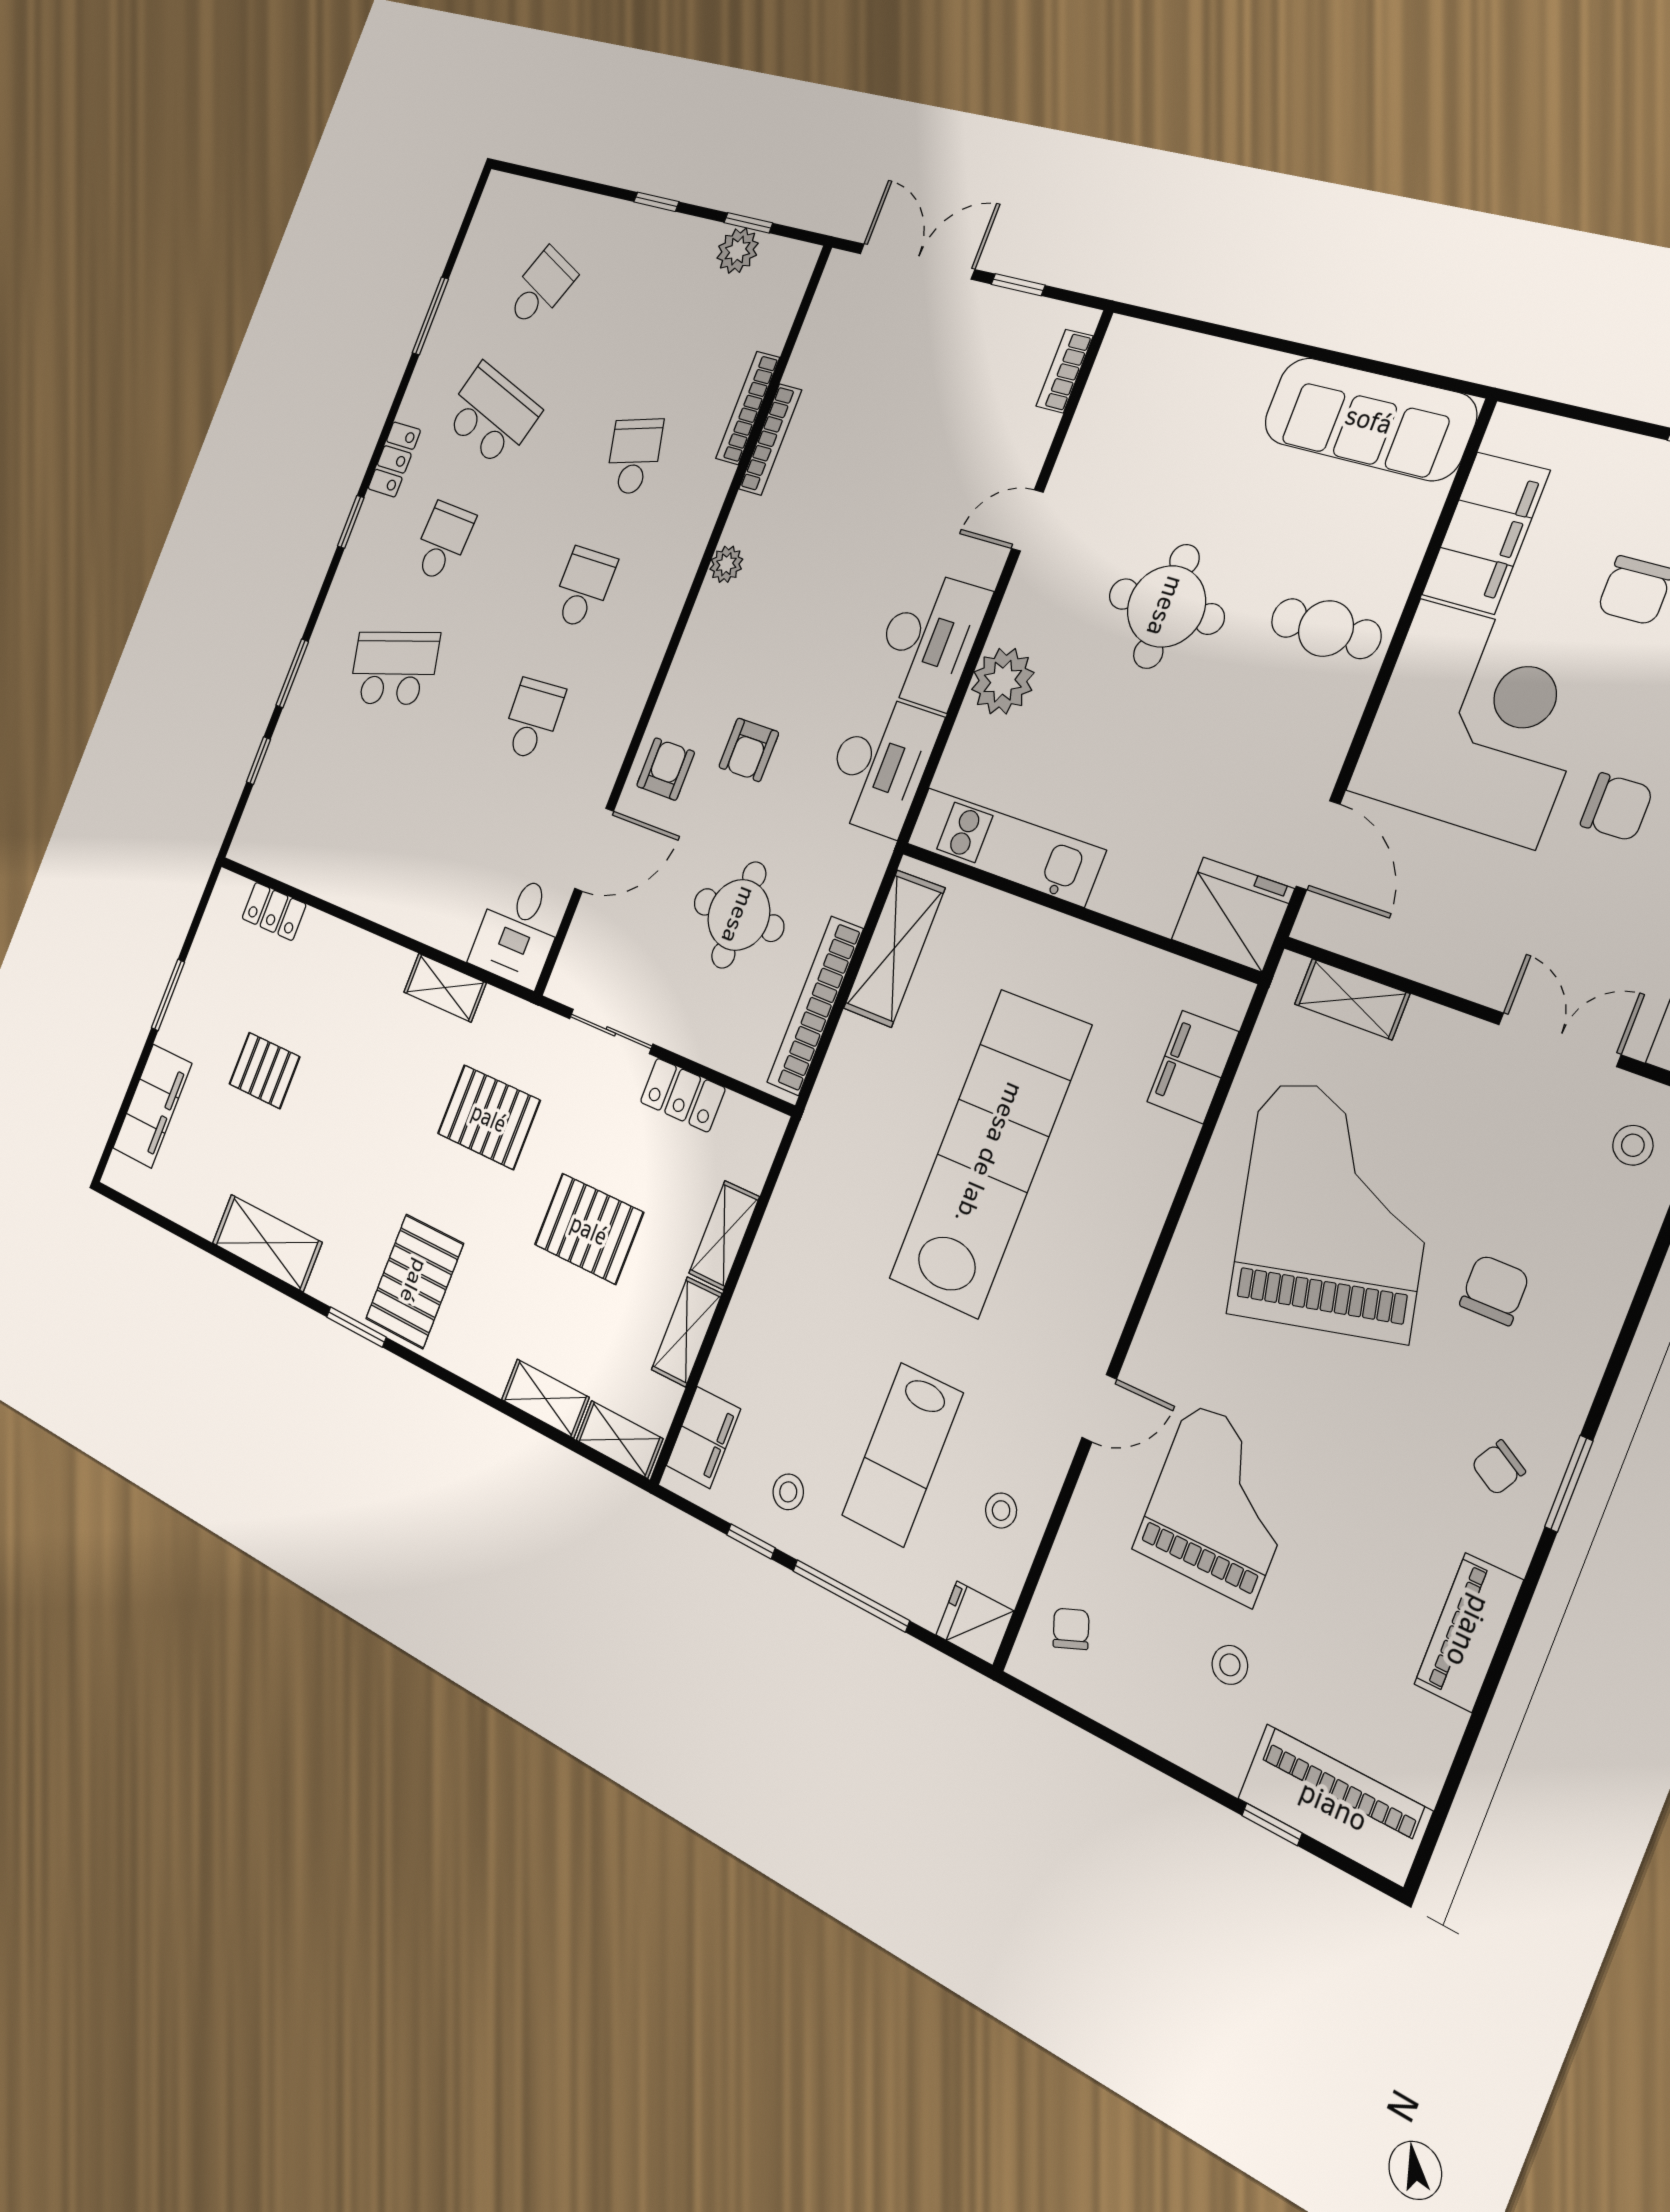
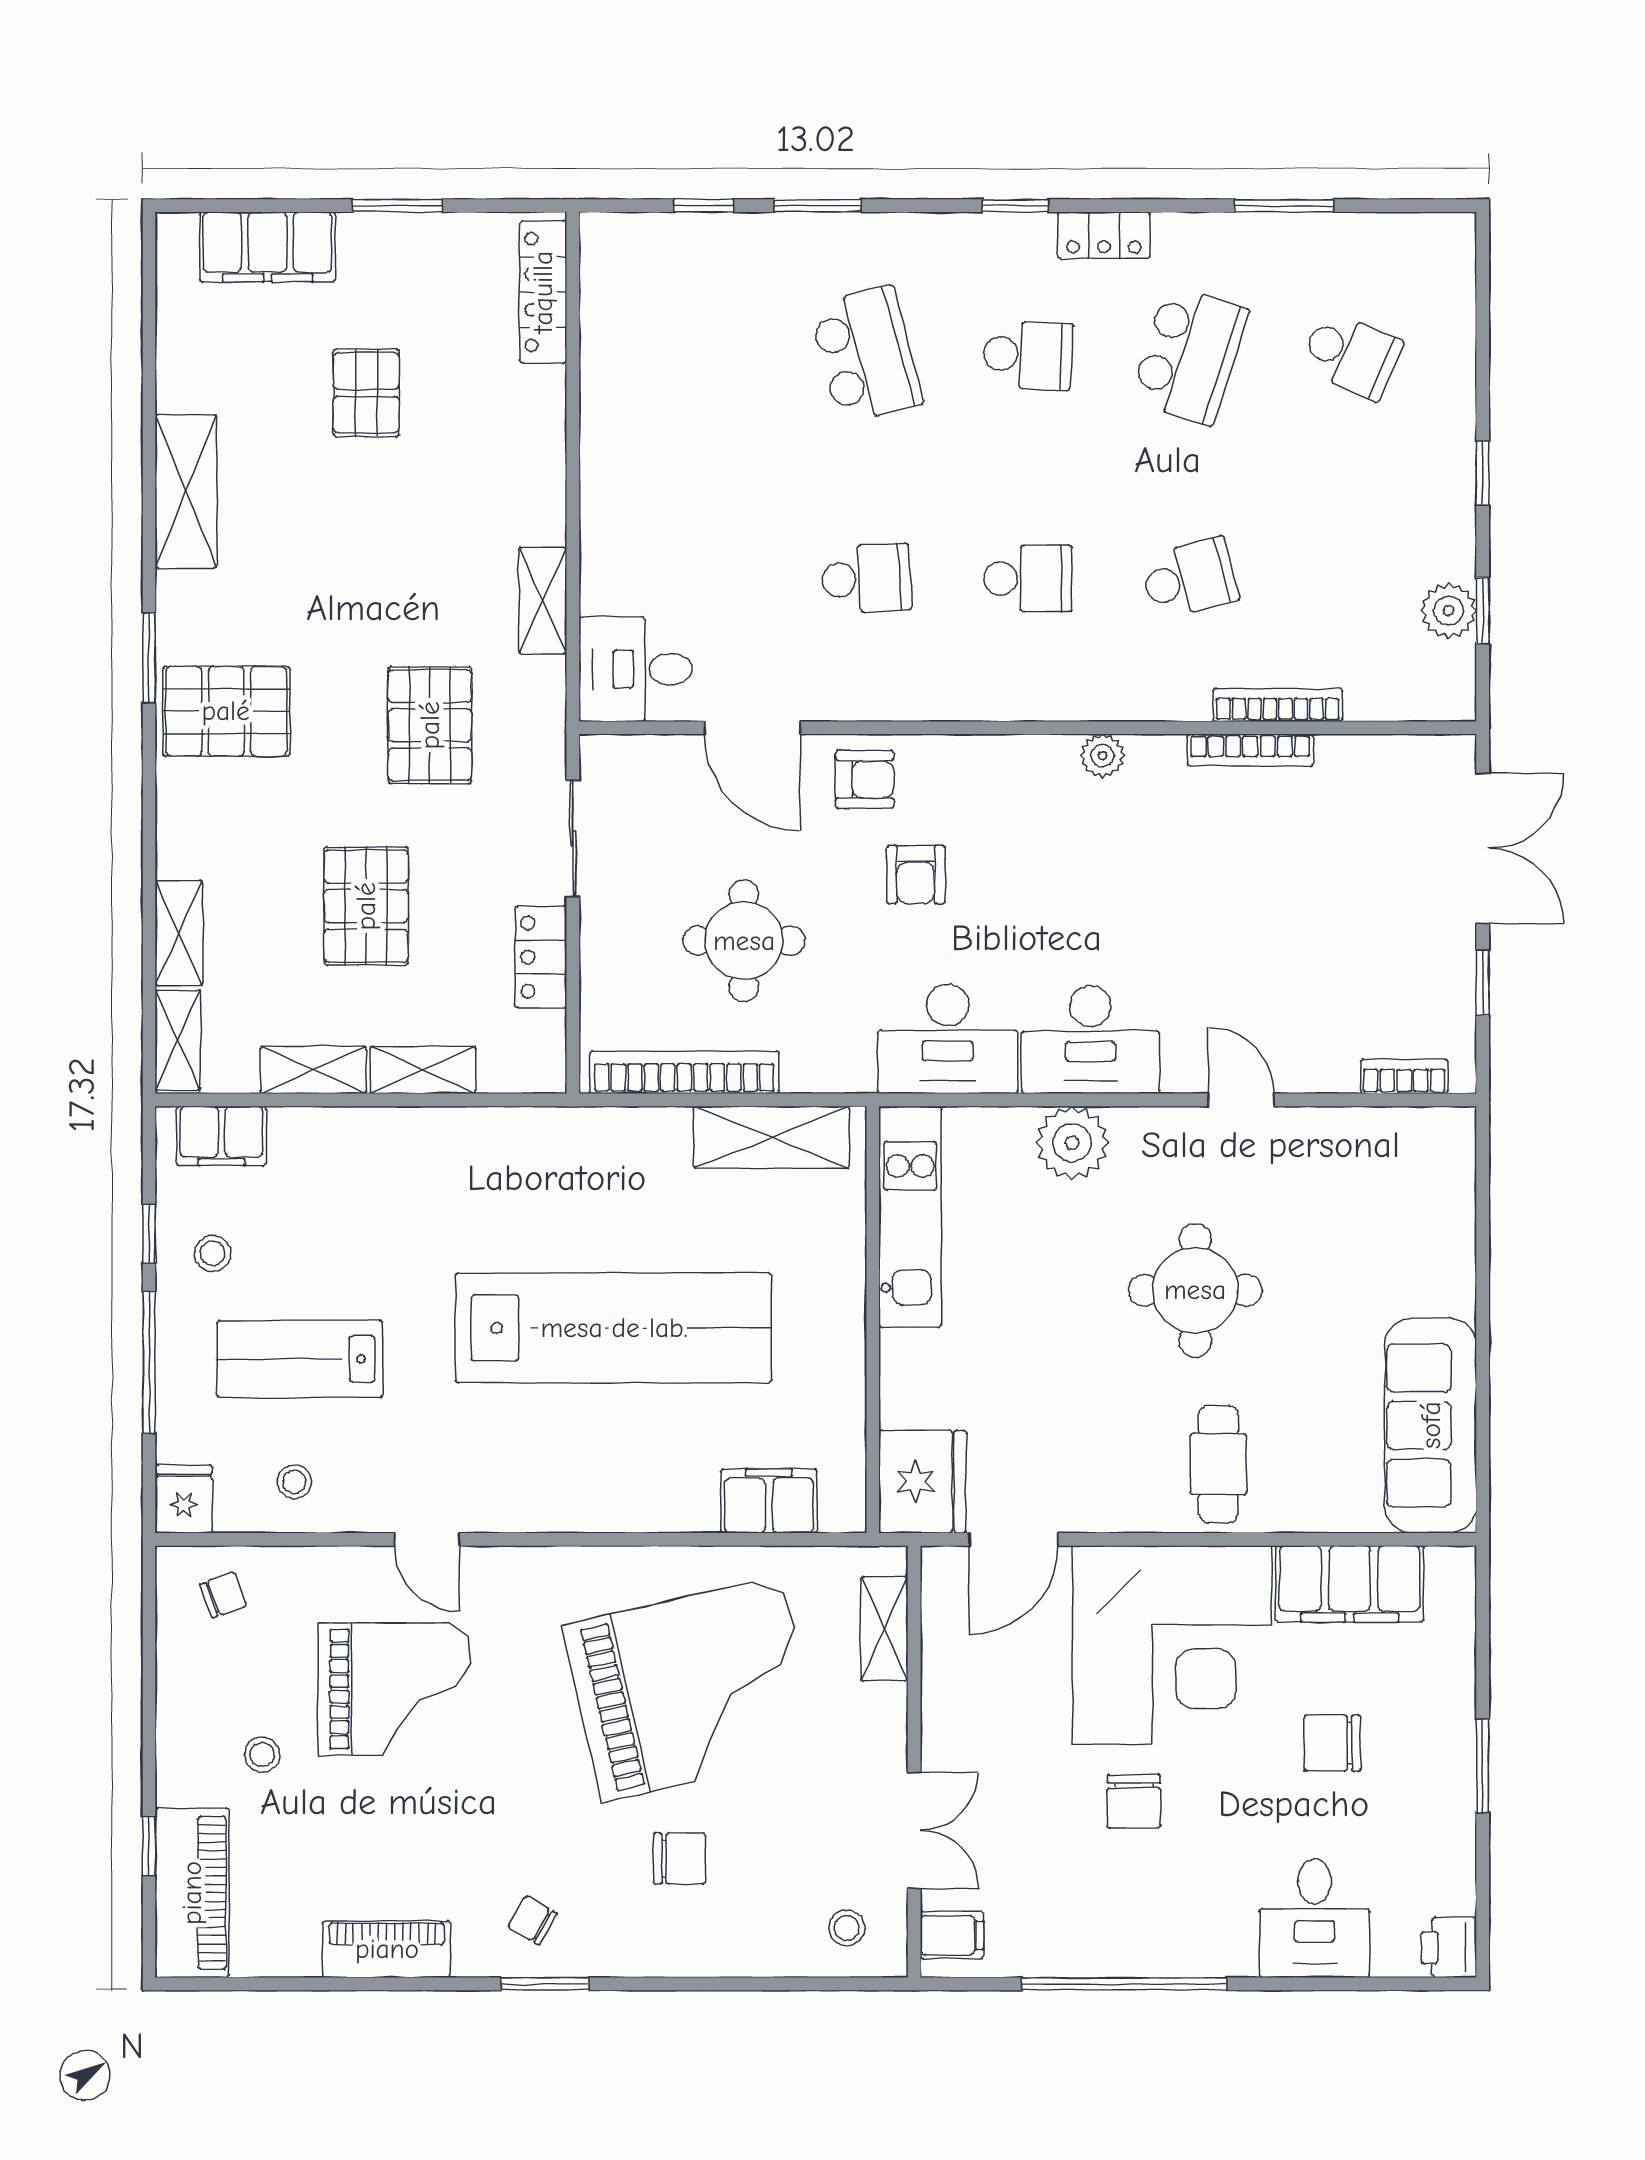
armchair: (749, 750) -> (916, 875), turned -90
locker: (274, 911) -> (543, 292), width x1.53

